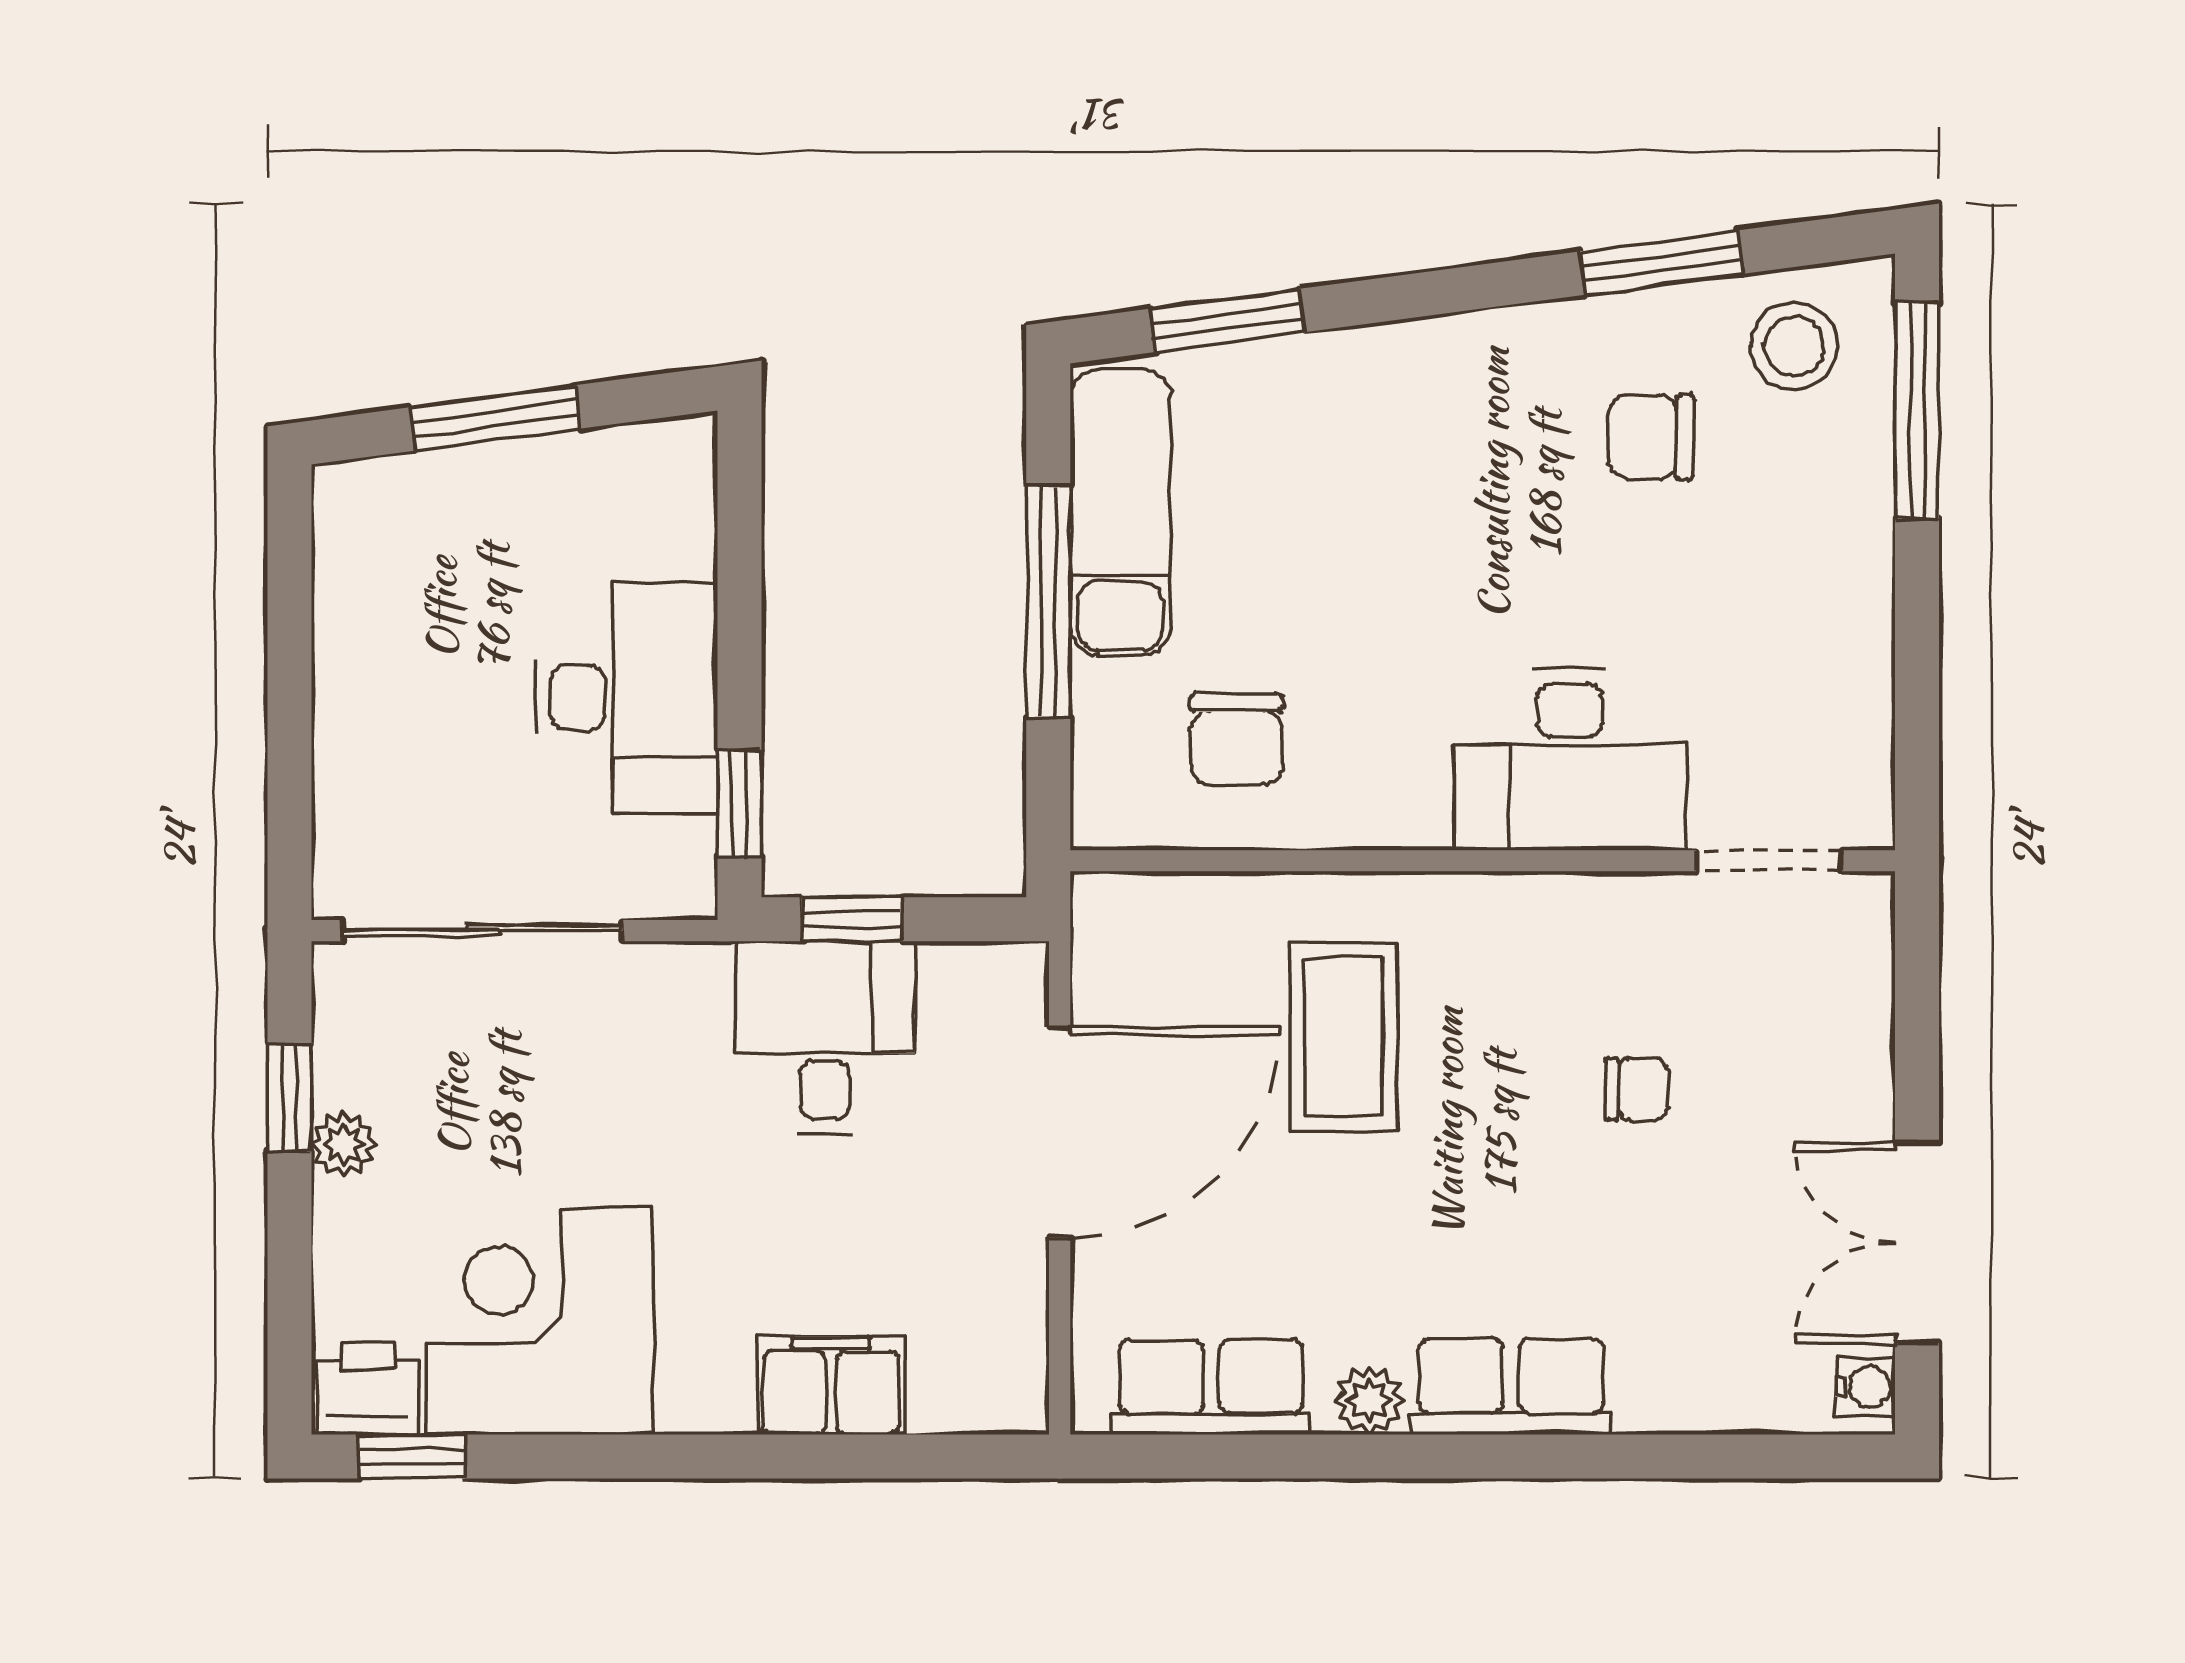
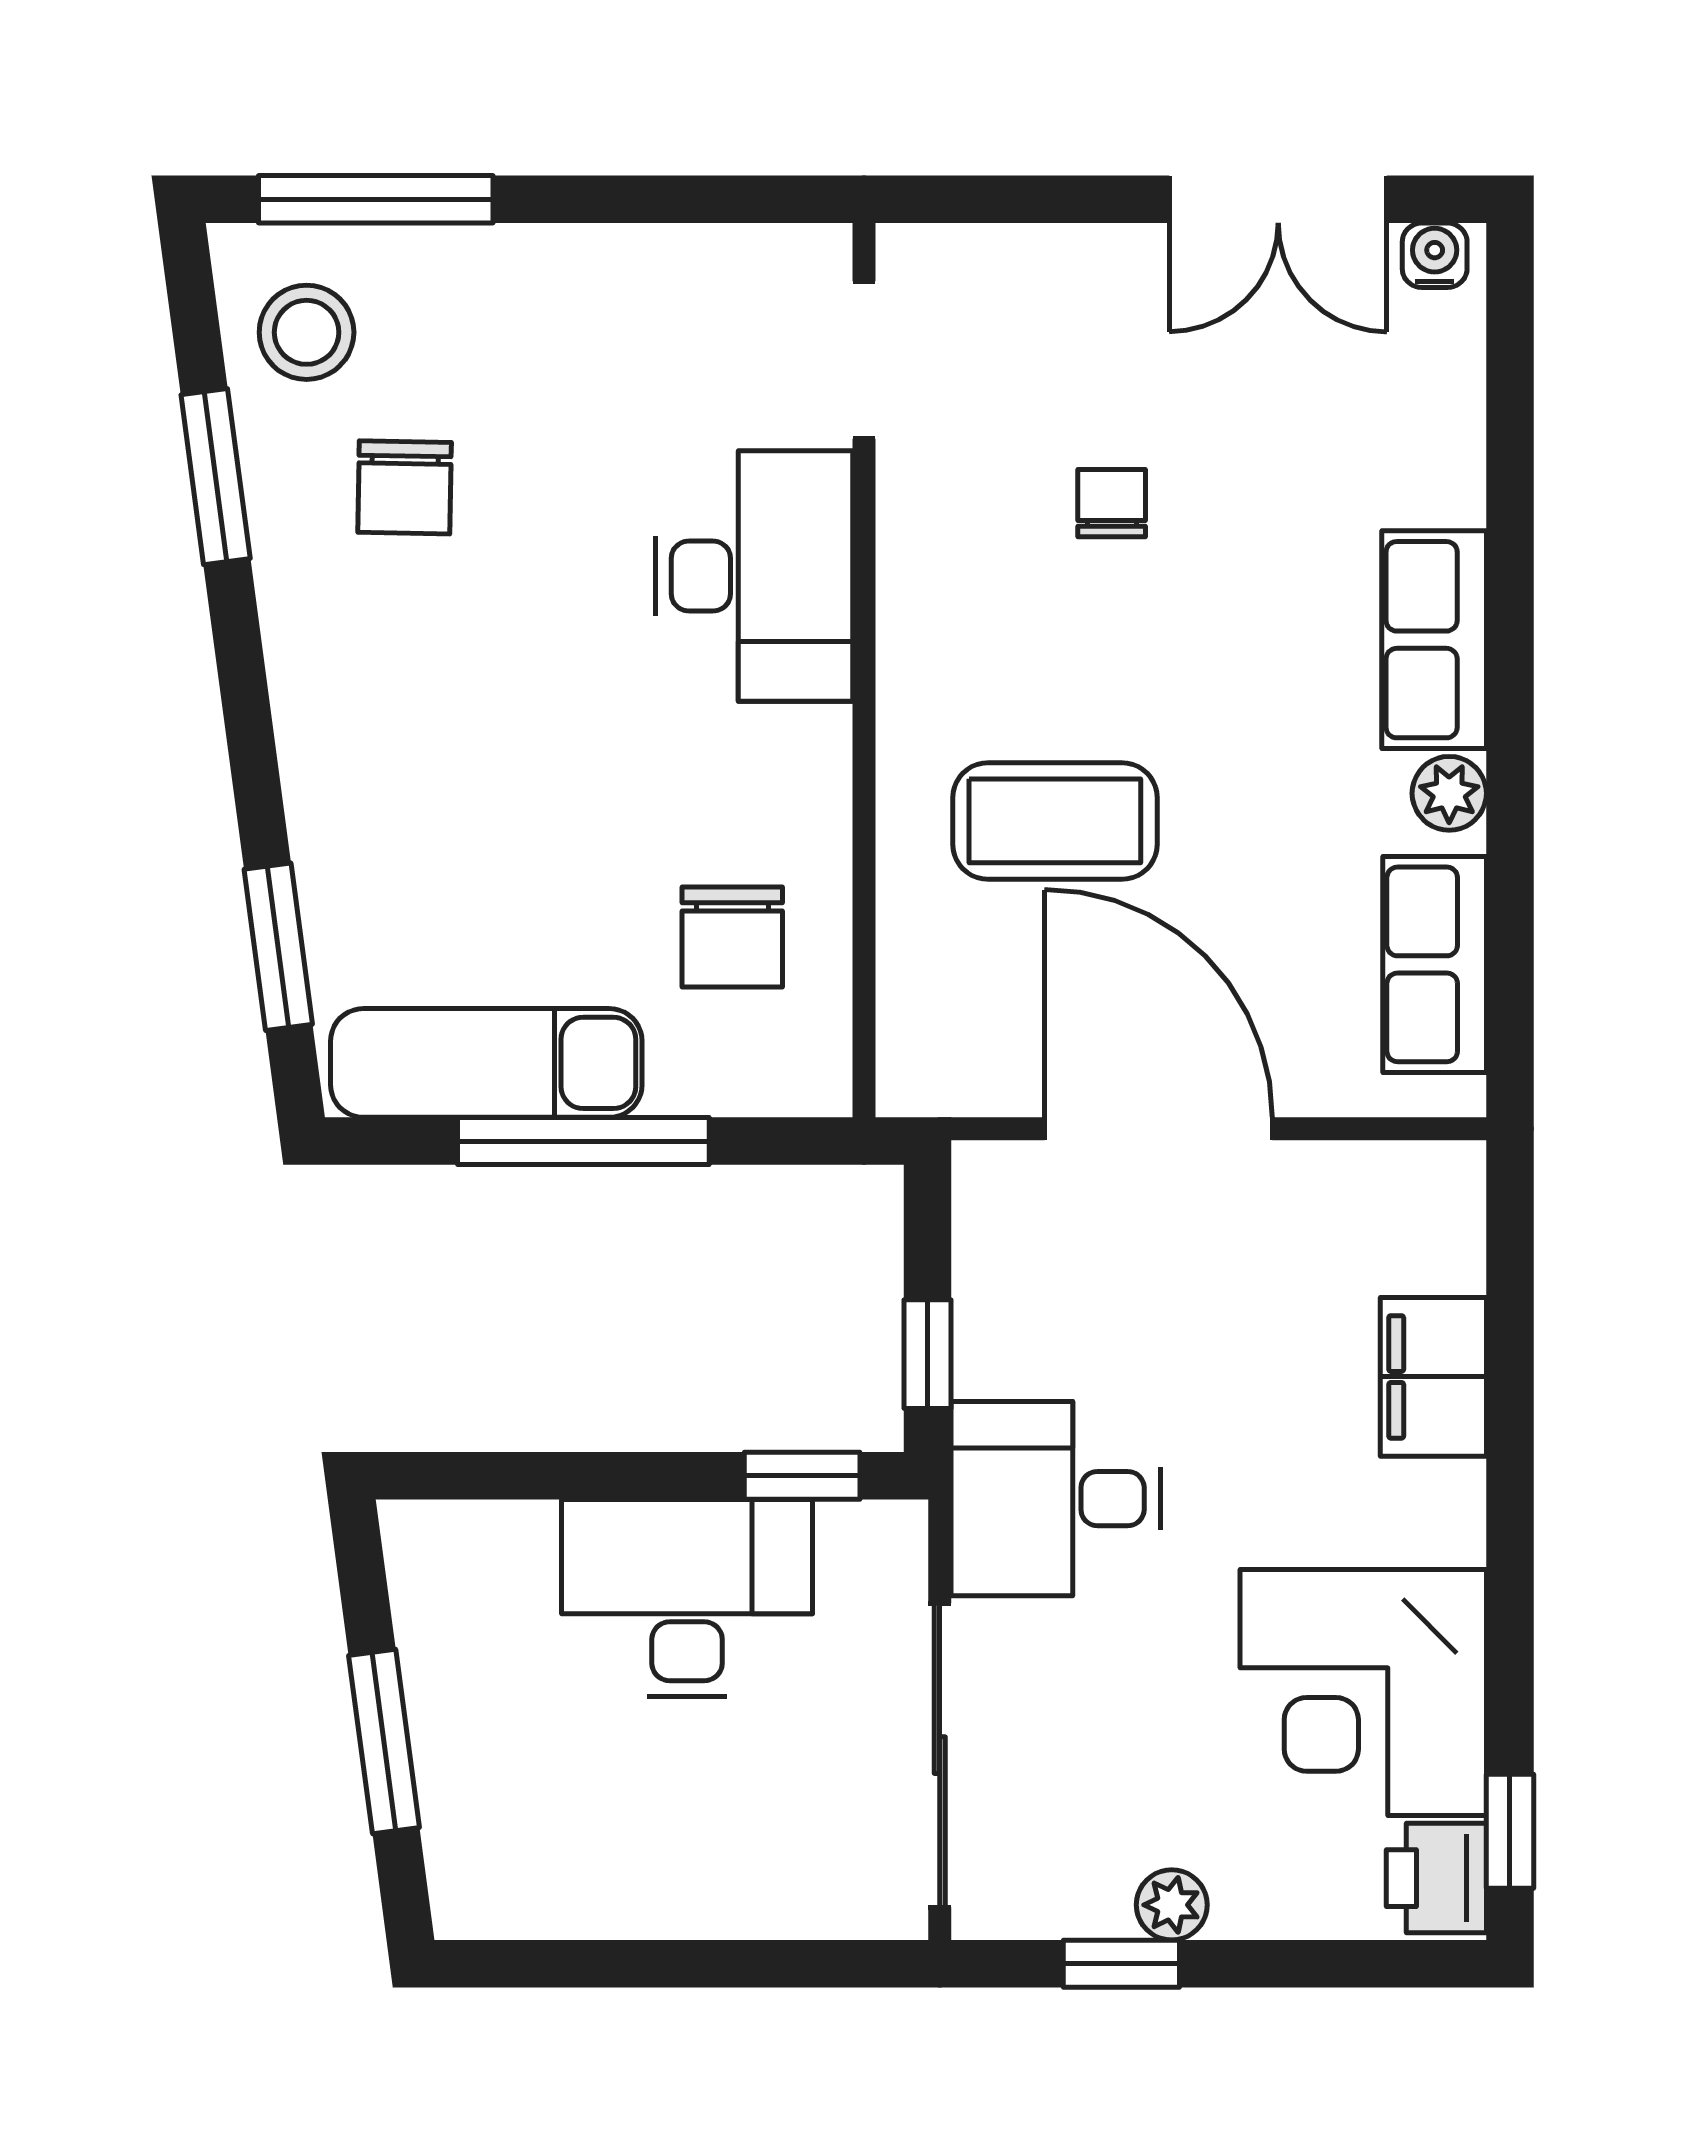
chair: (1237, 739) -> (732, 937), turned 90
desk: (825, 1038) -> (1056, 1499), moved

